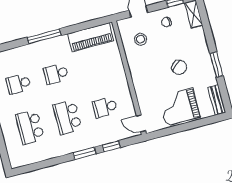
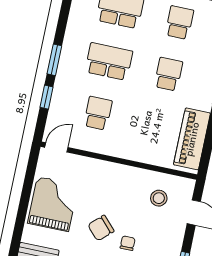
chair: (166, 22) -> (128, 243), moved

